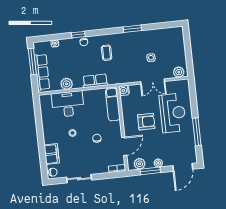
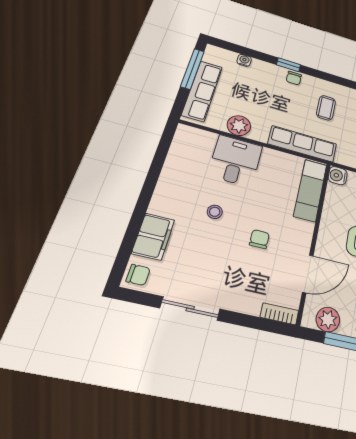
row of seats: (95, 81) -> (303, 144), width x1.48
desk: (68, 104) -> (235, 161), width x0.73

